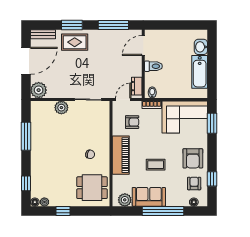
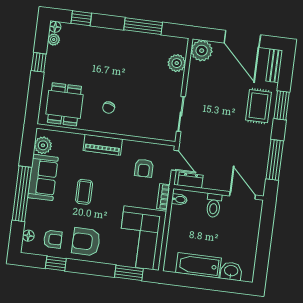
plant: (61, 108) -> (177, 63), moved
piano: (121, 155) -> (103, 145), width x0.73, depth x0.75

